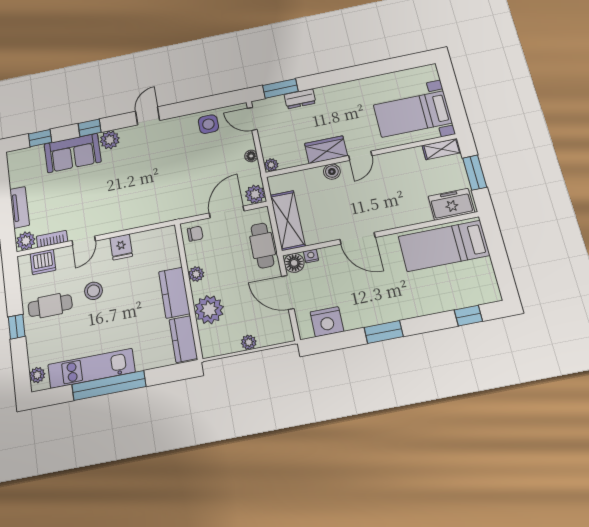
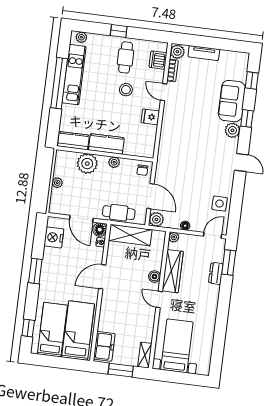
wardrobe: (326, 150) -> (173, 271), width x1.50
bed: (457, 281) -> (52, 330), added
door: (288, 292) -> (81, 219), swing flipped

